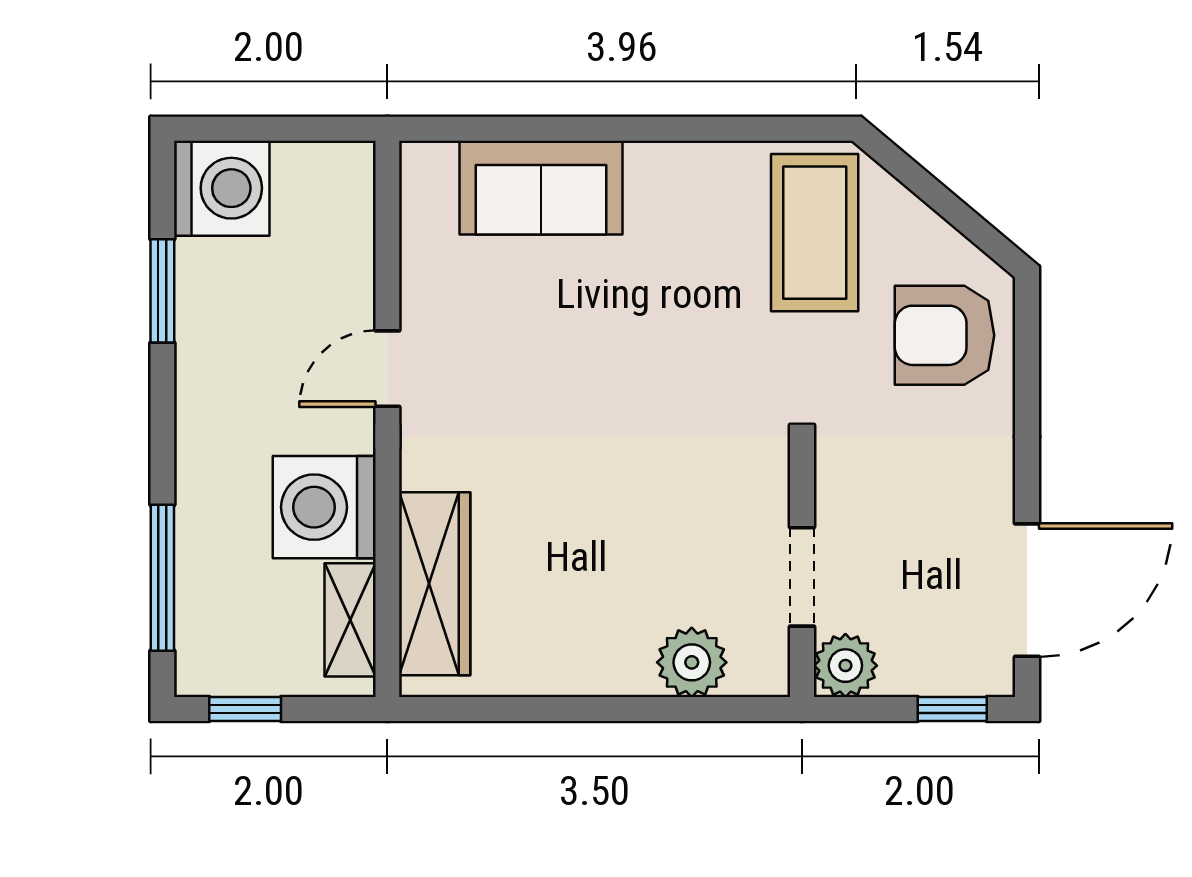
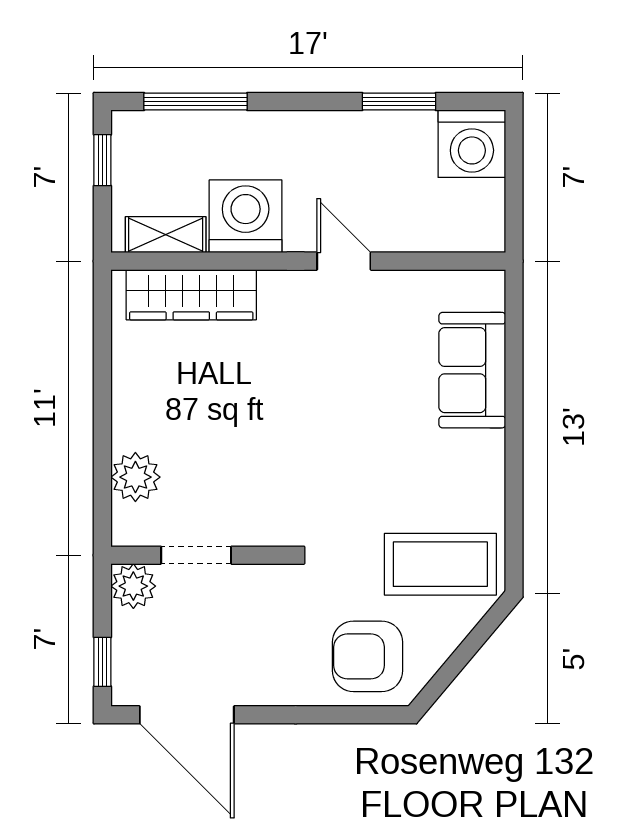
armchair: (945, 335) -> (368, 656), turned -90

